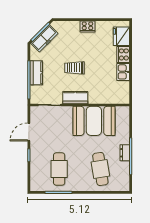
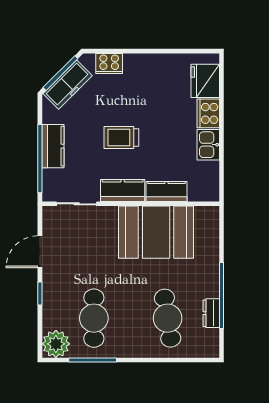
cooker: (87, 27) -> (109, 63), moved
kitchen counter: (100, 98) -> (166, 191), added
dresser: (125, 153) -> (211, 313), moved
plant: (38, 183) -> (56, 344), added

